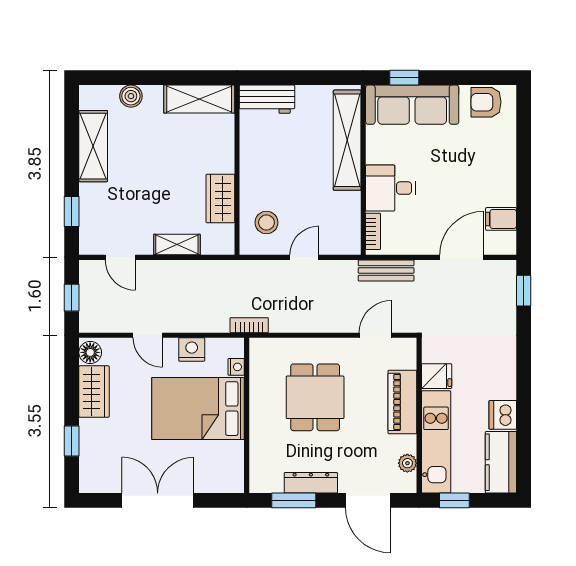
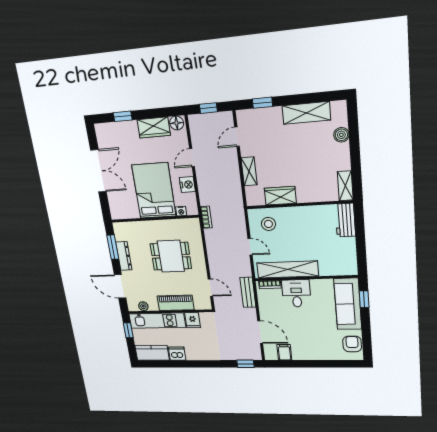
shelving: (199, 99) -> (345, 186), width x0.67, depth x0.75
shelving: (347, 140) -> (288, 269), moved
door: (368, 500) -> (120, 286), hinge flipped

